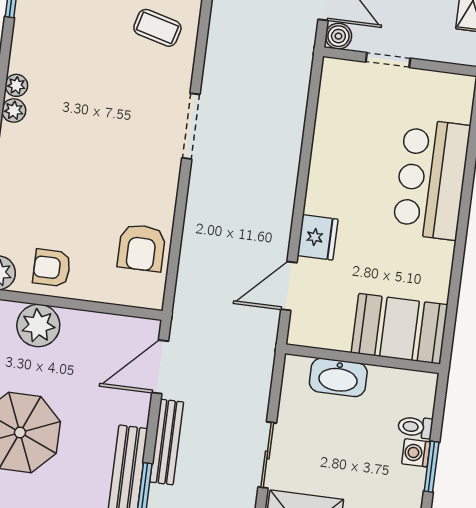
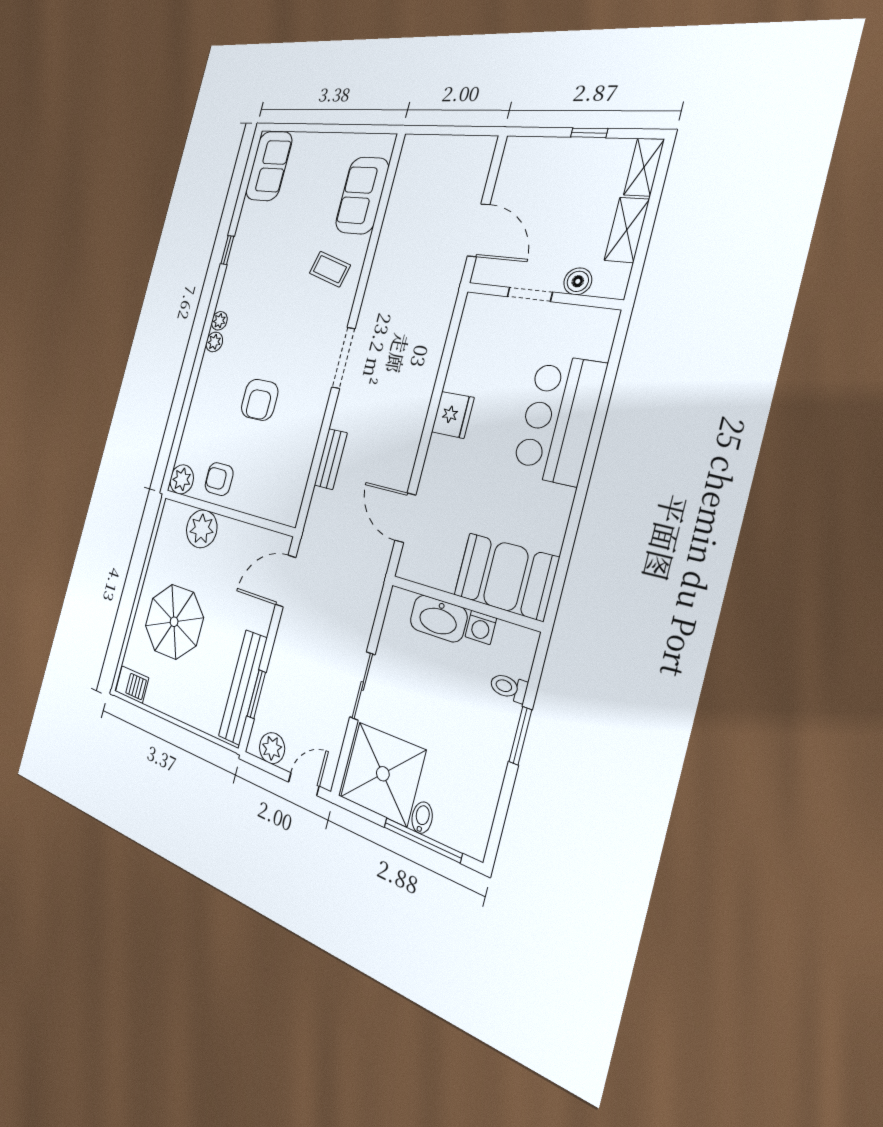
boiler: (338, 36) -> (578, 281), moved
fridge: (318, 237) -> (453, 415), moved
armchair: (142, 248) -> (260, 400), moved
door: (289, 286) -> (405, 518), hinge flipped
bench: (167, 442) -> (331, 459), moved, width x0.73
washing machine: (416, 453) -> (481, 627), moved, turned -90

